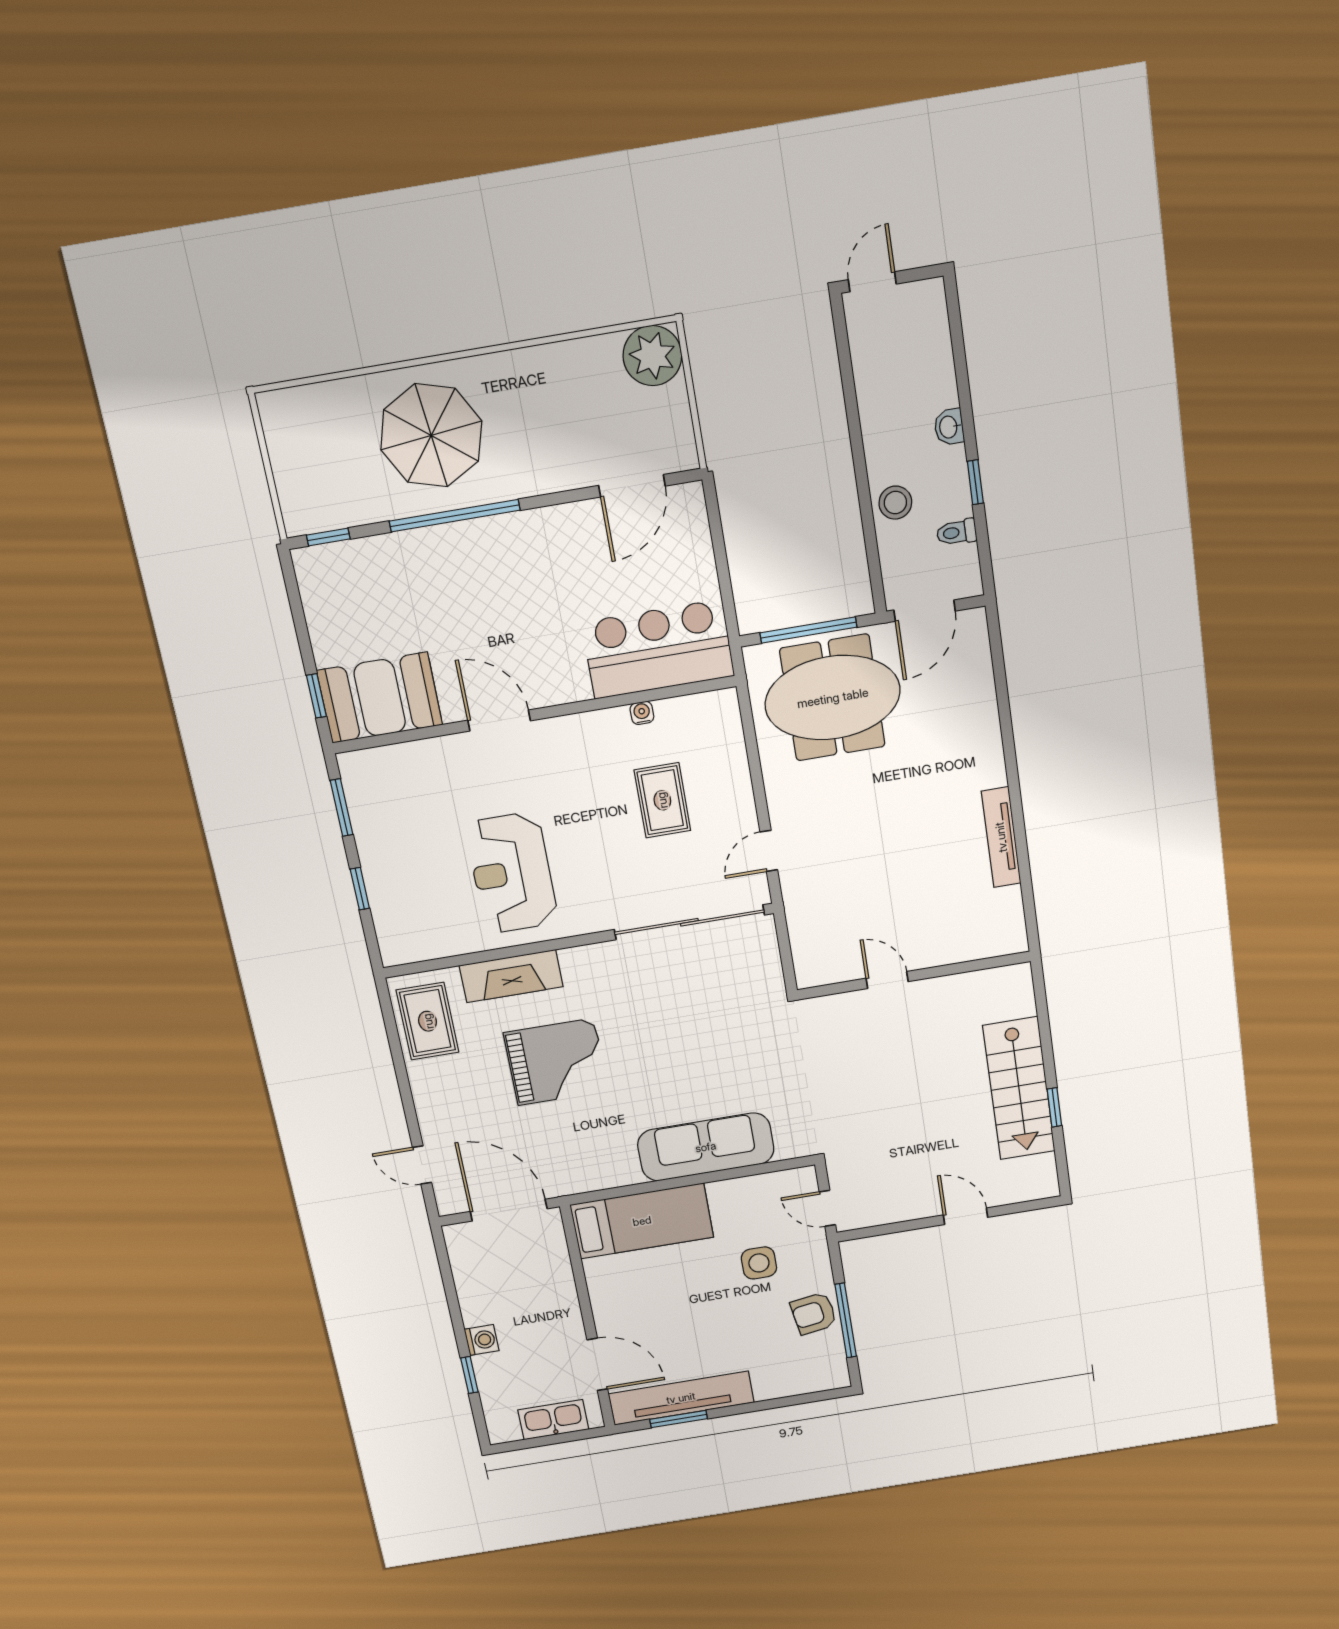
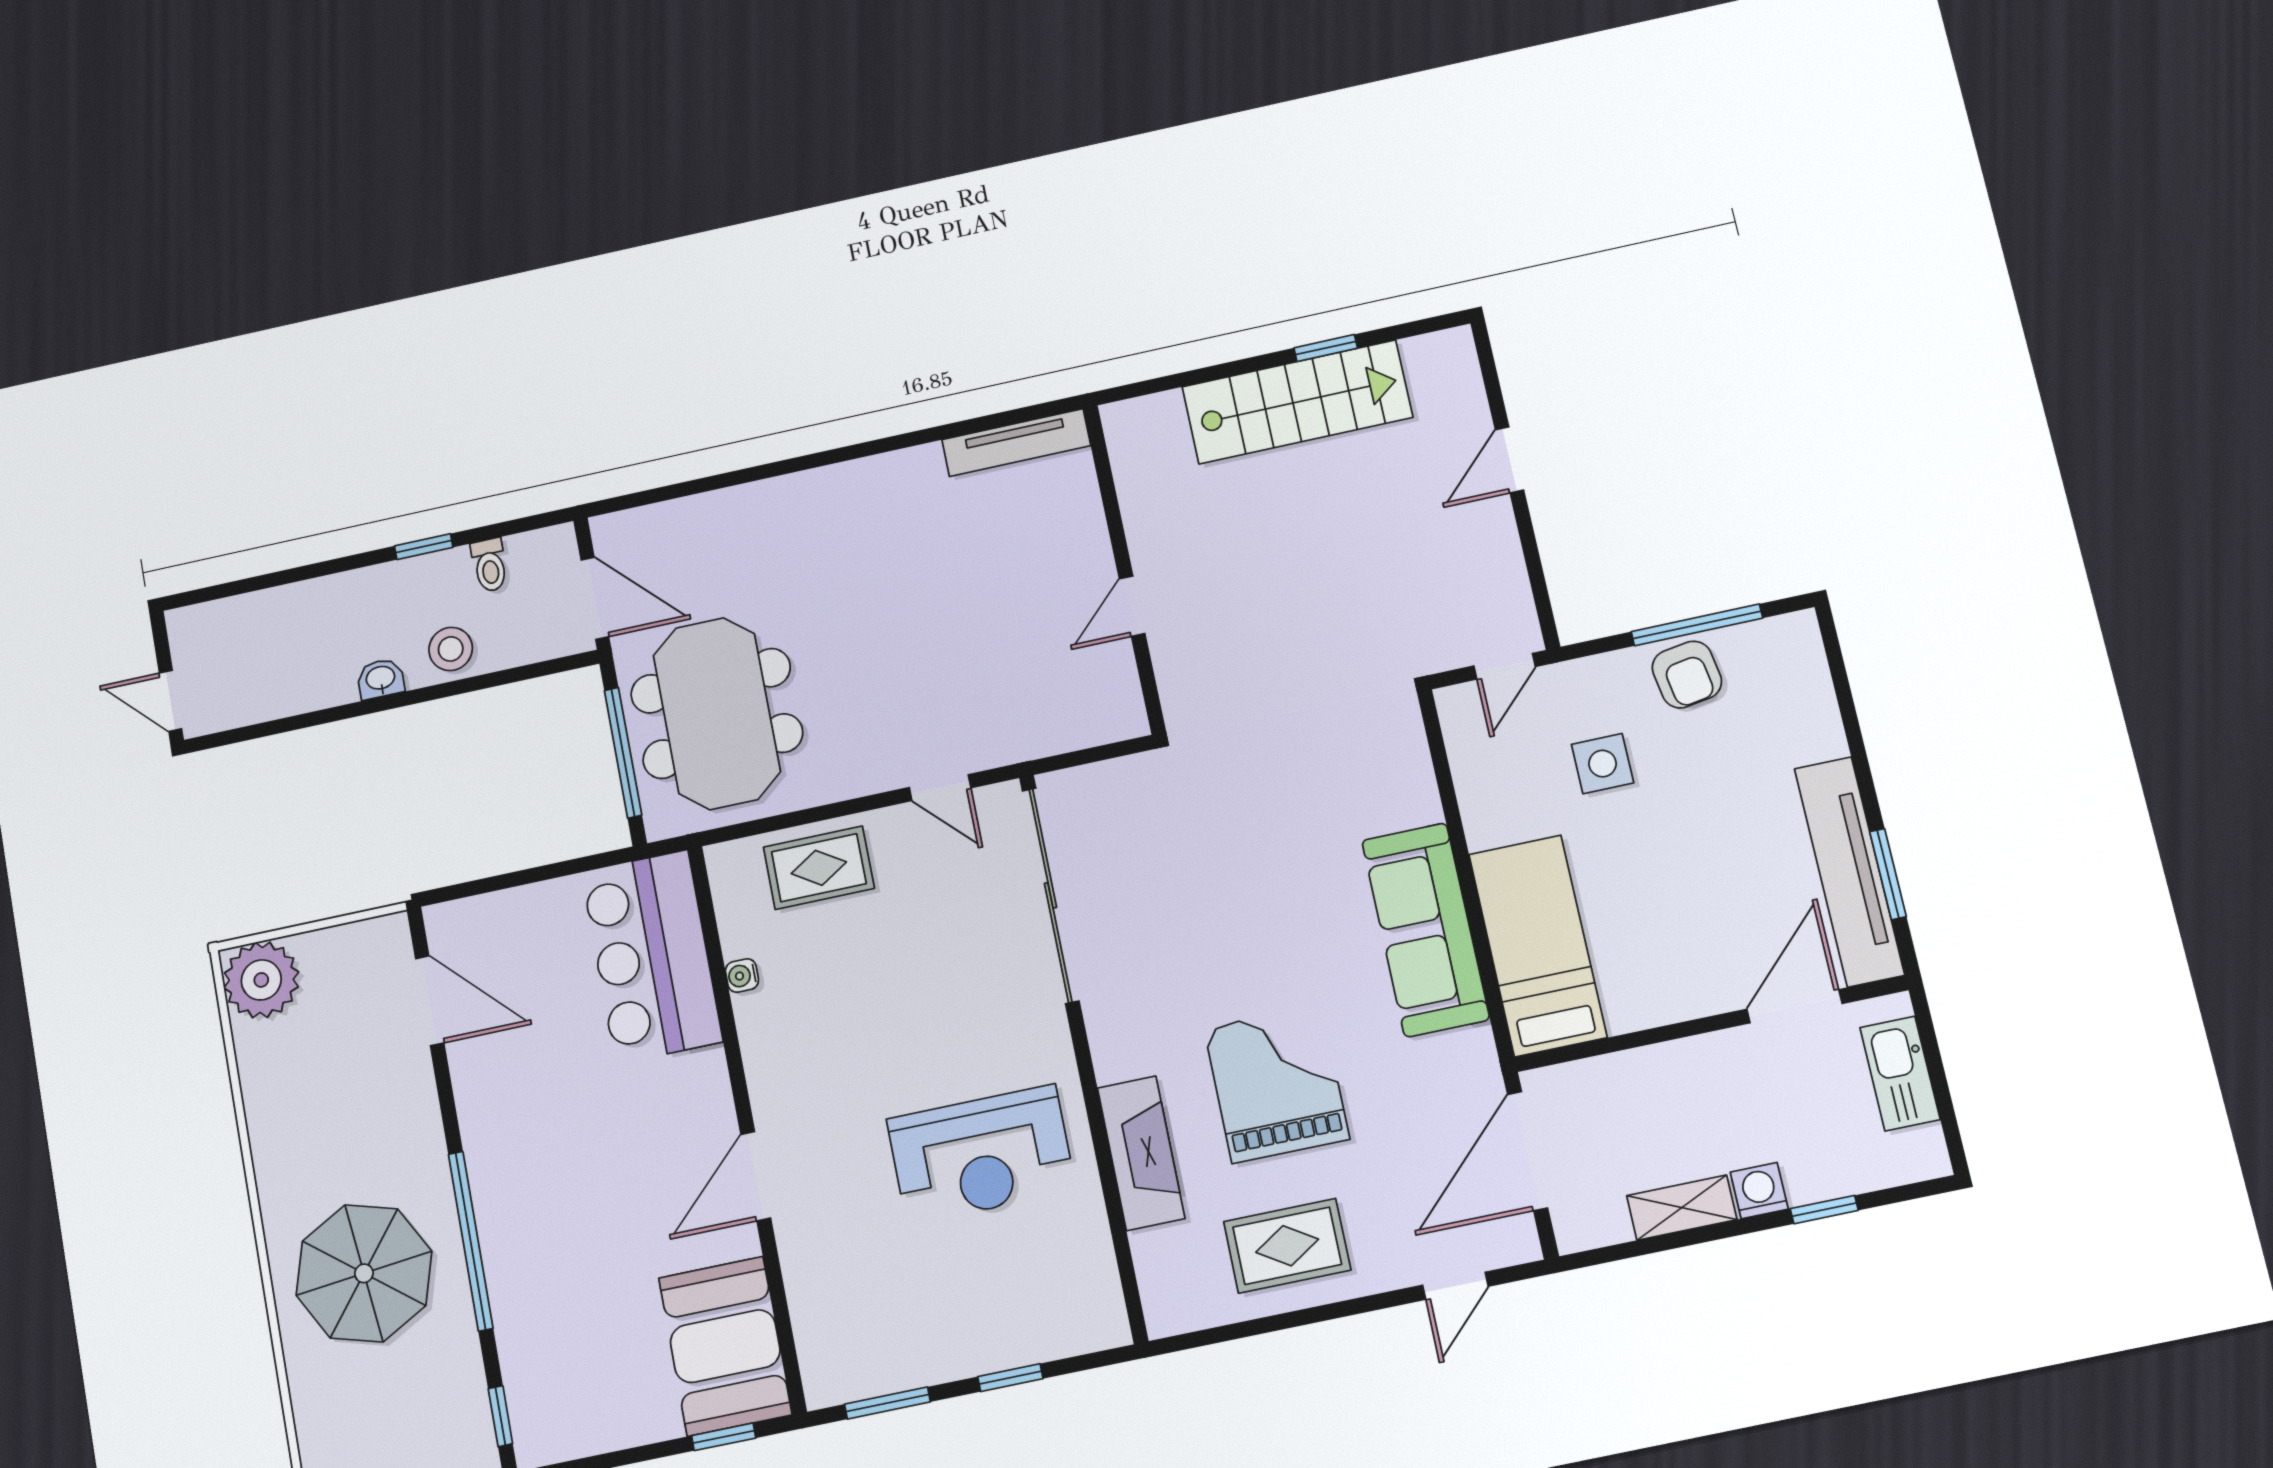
washbasin: (949, 427) -> (381, 679), moved, turned 180
rug: (662, 800) -> (819, 868), moved
tv unit: (1001, 837) -> (1016, 443), moved
rug: (428, 1021) -> (1287, 1246), moved
sofa: (706, 1147) -> (1426, 930), moved
shelving: (471, 1297) -> (1682, 1208), added

